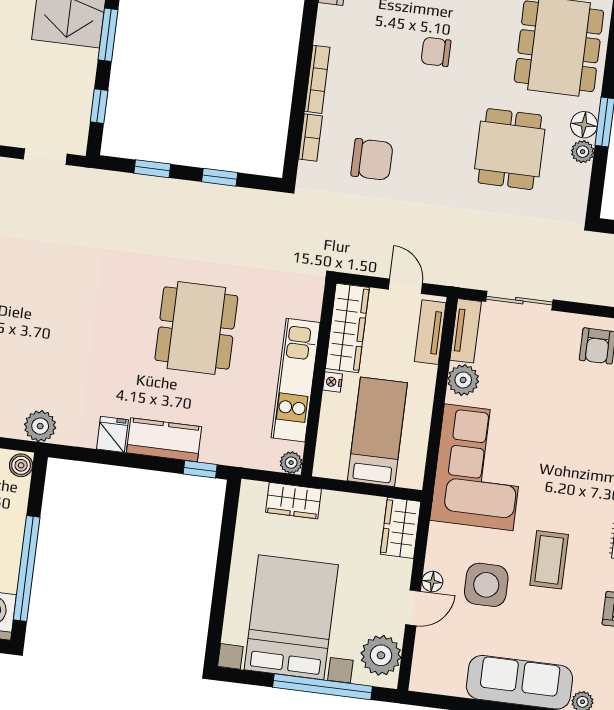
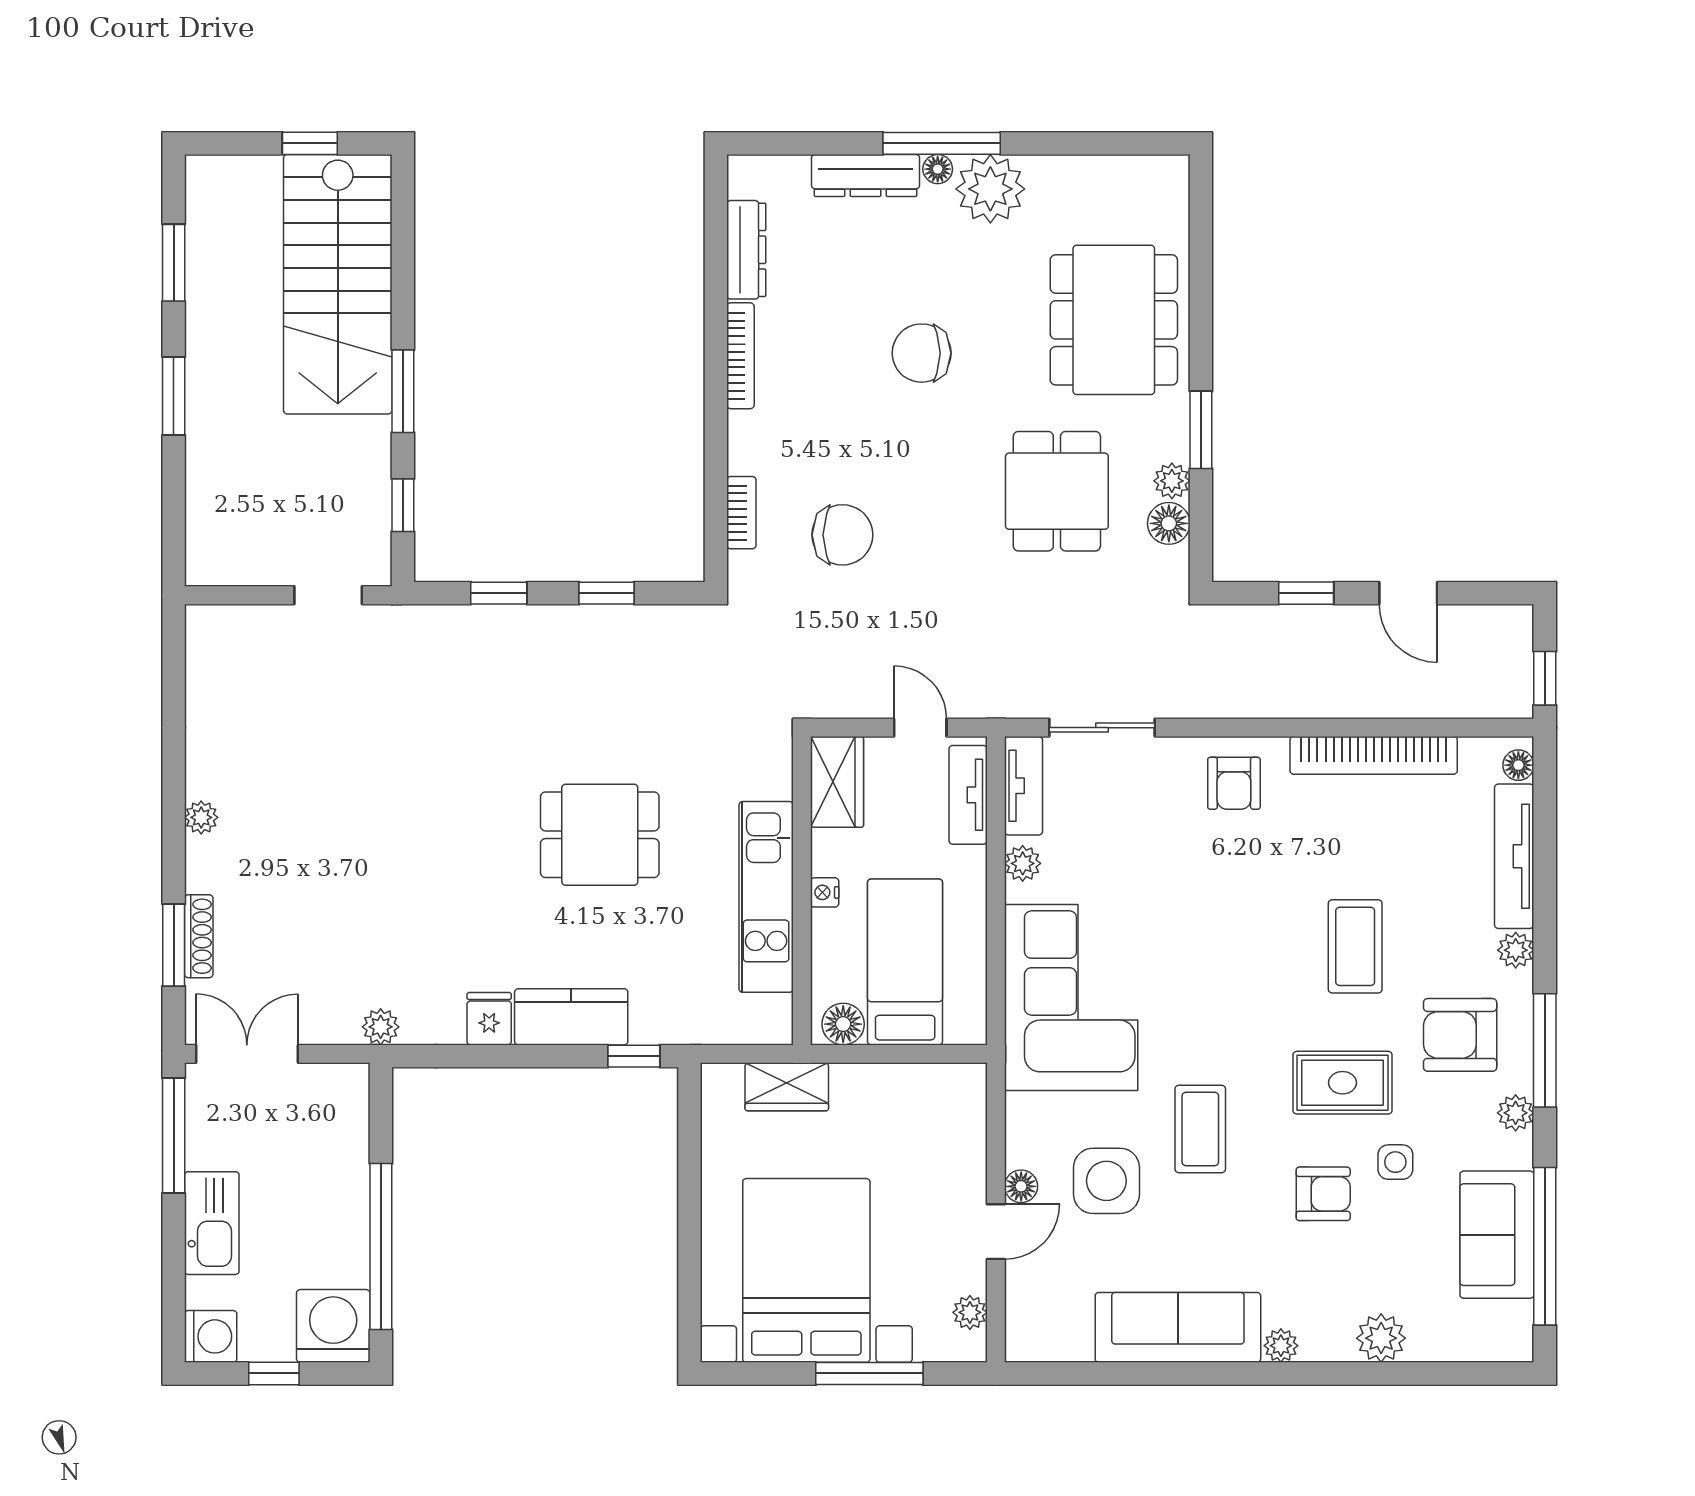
chair: (436, 52) -> (922, 353), width x1.37, depth x1.37
bookcase: (317, 79) -> (740, 356), moved
floor lamp: (584, 125) -> (1169, 523), moved
dining table: (196, 328) -> (600, 835), width x0.73
wardrobe: (347, 328) -> (837, 782), width x0.67
plant: (463, 380) -> (1023, 863), width x0.73, depth x0.73
plant: (40, 426) -> (381, 1027), width x0.73, depth x0.73
plant: (291, 463) -> (775, 1027), removed
boiler: (21, 465) -> (352, 1085), removed
floor lamp: (334, 466) -> (843, 1024), added
wardrobe: (401, 528) -> (960, 1108), removed
plant: (381, 655) -> (970, 1312), width x0.53, depth x0.53
window: (323, 687) -> (869, 1373), width x0.68

